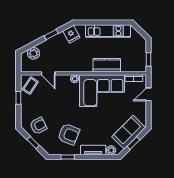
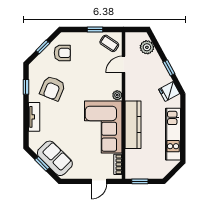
kitchen counter: (107, 65) -> (133, 125), width x1.50
door: (148, 94) -> (99, 181), swing flipped
armchair: (38, 126) -> (62, 53), turned -63
plant: (111, 150) -> (34, 138), removed

